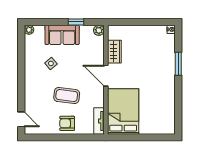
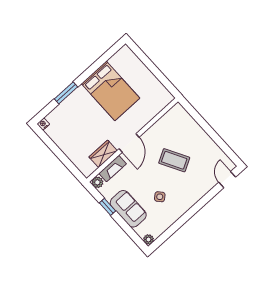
fireplace: (99, 49) -> (113, 169), added
coffee table: (67, 96) -> (174, 160), turned -36
bed: (123, 111) -> (111, 91), moved, turned -90
tv unit: (99, 121) -> (171, 115), removed
armchair: (67, 123) -> (197, 139), removed

